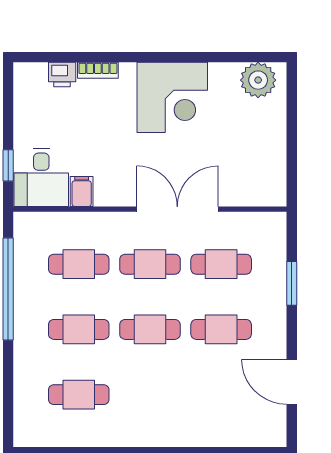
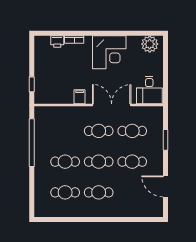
desk: (41, 177) -> (149, 90), moved
filing cabinet: (82, 192) -> (80, 97), moved
cafe table: (79, 264) -> (99, 192), moved

